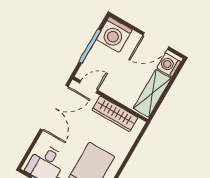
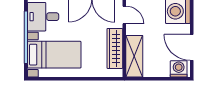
shelving: (152, 93) -> (134, 56), moved, turned 90

